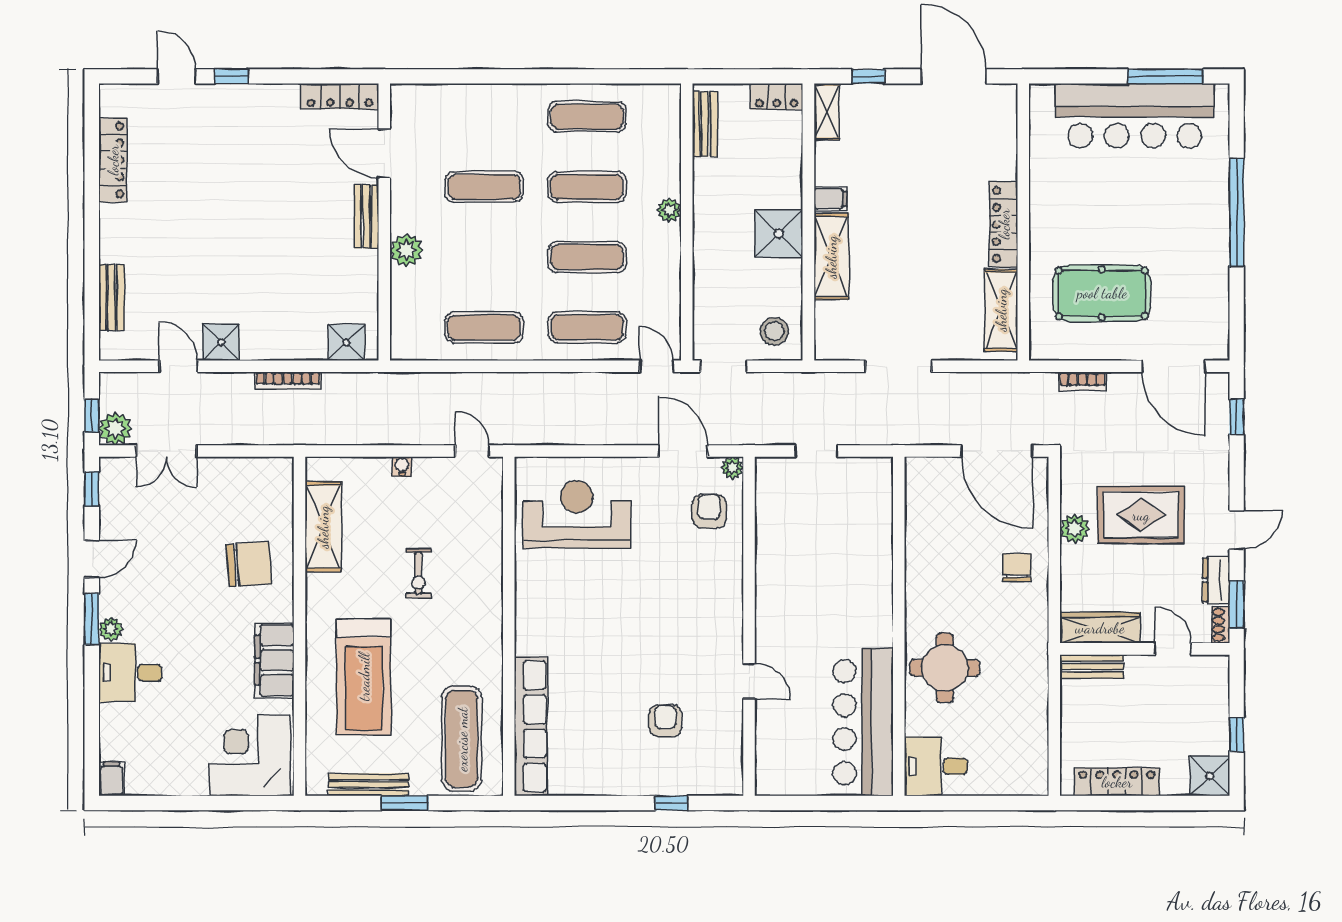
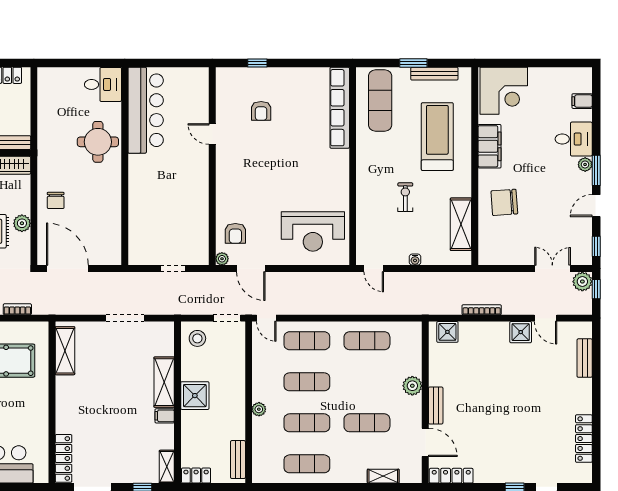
shelving: (456, 96) -> (383, 476), added
locker: (1004, 224) -> (64, 458), moved
filing cabinet: (112, 779) -> (582, 101), moved, turned 90

